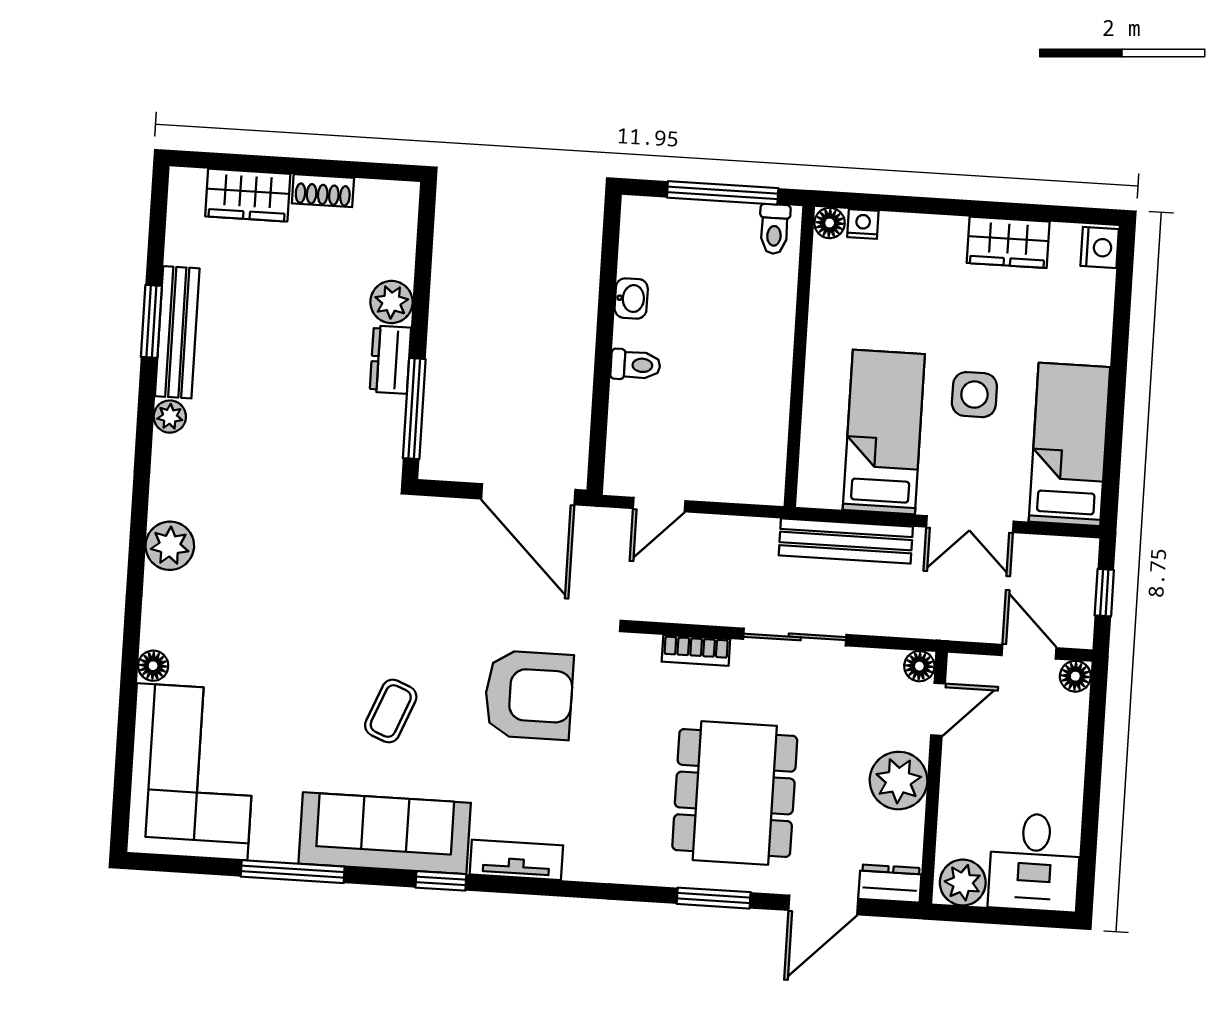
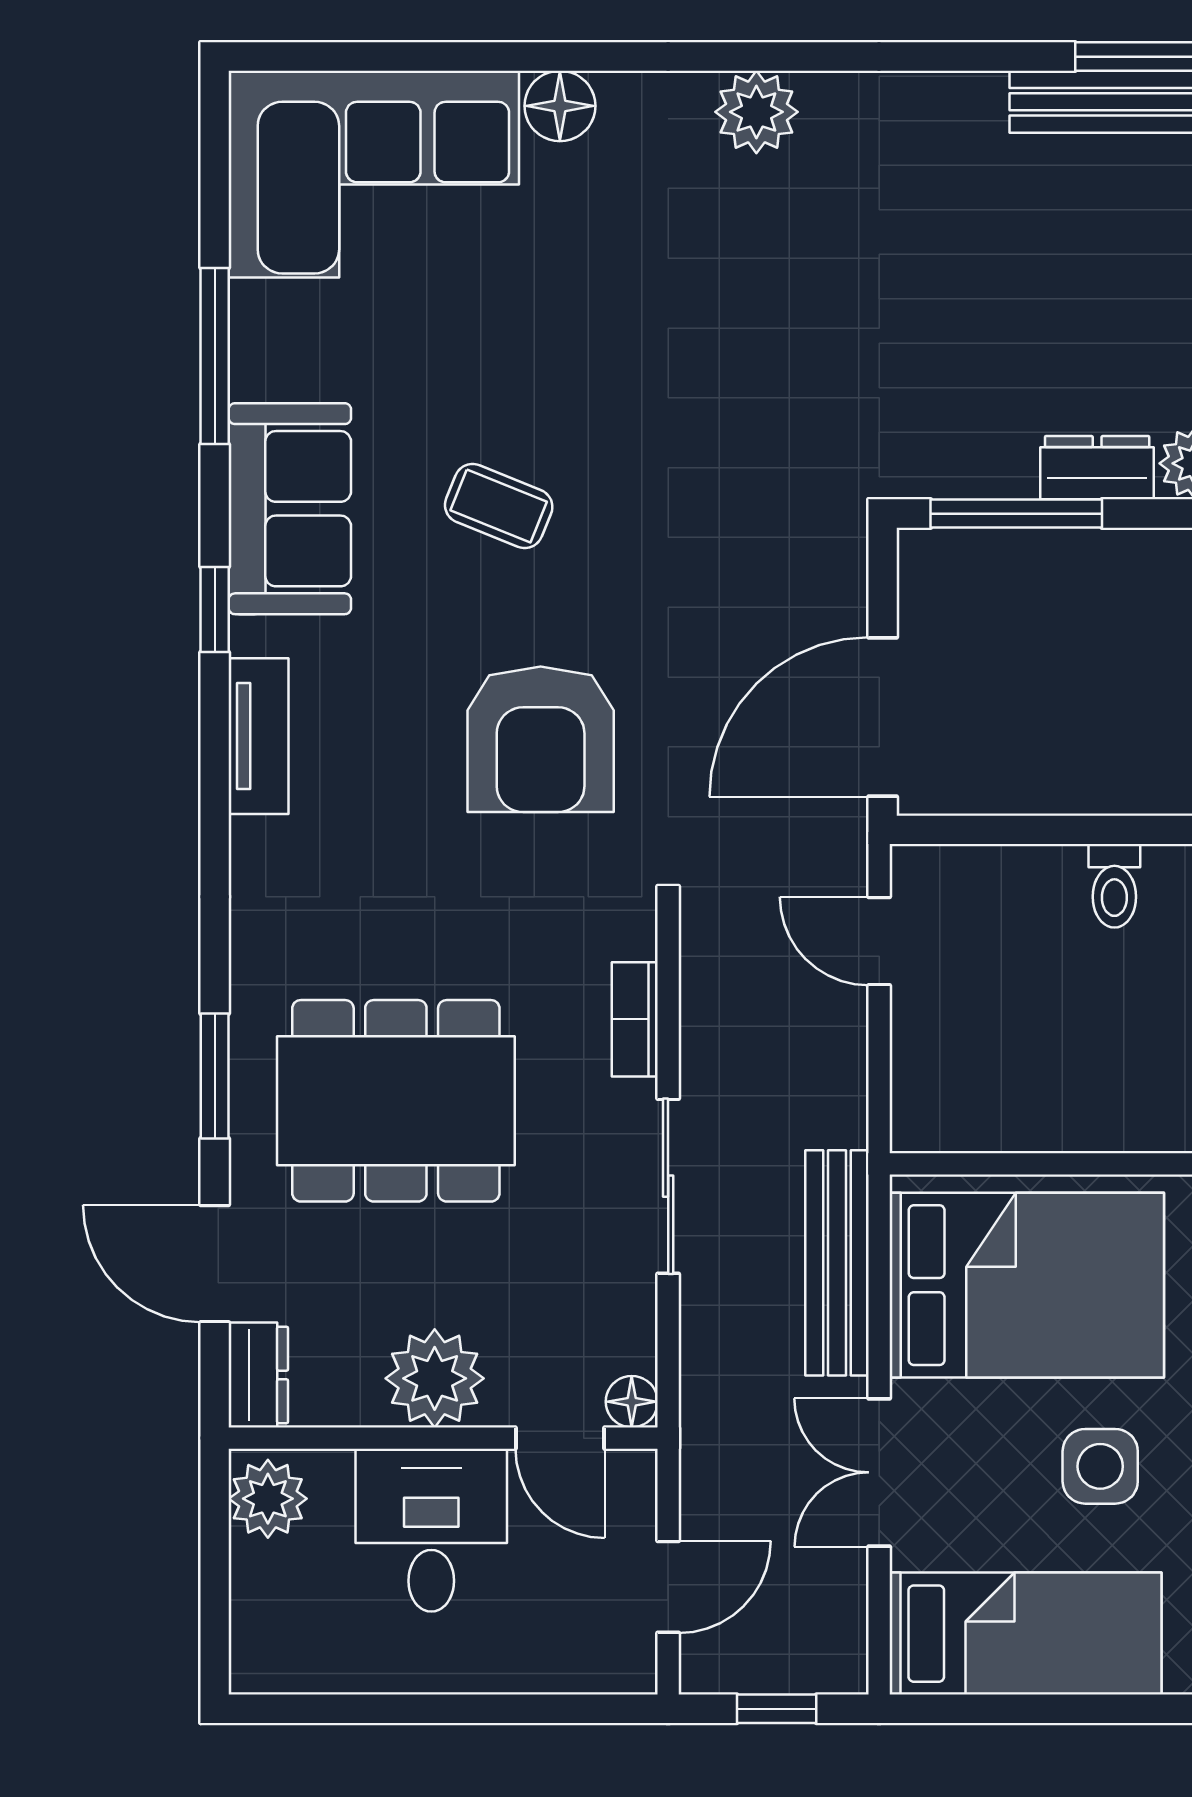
plant: (170, 417) -> (977, 98), removed
bed: (884, 432) -> (1027, 1285), width x1.50
floor lamp: (153, 666) -> (560, 106), width x1.37, depth x1.37
floor lamp: (1075, 676) -> (631, 1668), removed
sofa: (385, 833) -> (290, 509), width x0.73
desk: (1035, 862) -> (431, 1530), moved, turned 90

